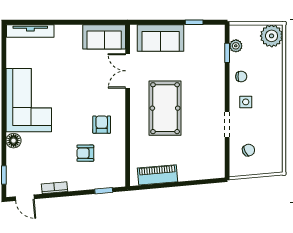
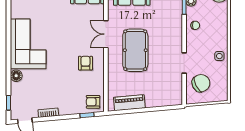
double door: (128, 71) -> (106, 34), moved
side table: (246, 102) -> (219, 56), moved
chair: (249, 150) -> (201, 83), width x1.87, depth x1.87
armchair: (85, 153) -> (93, 102), moved

